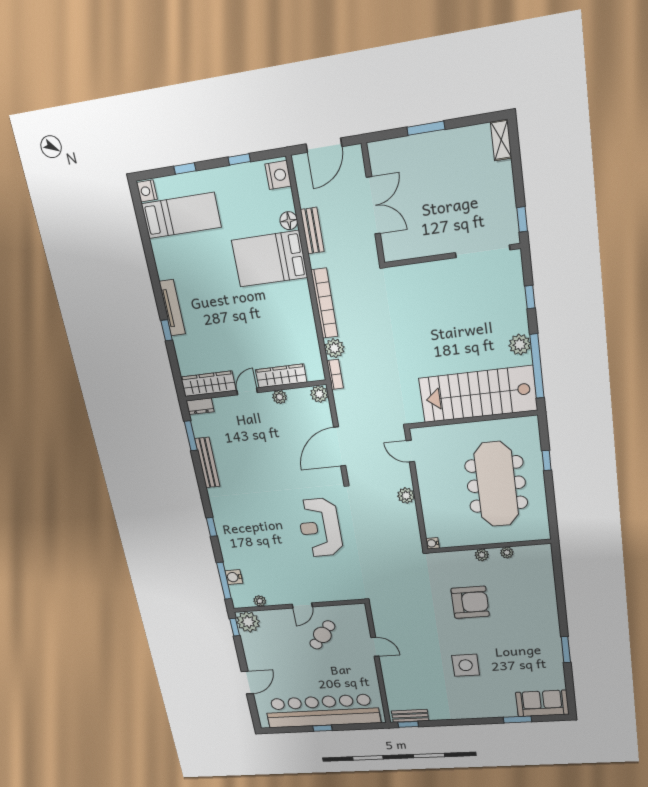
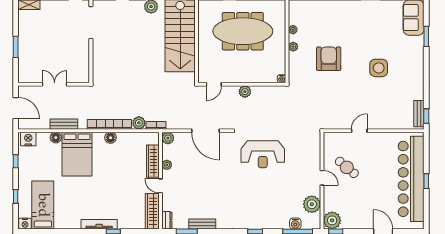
double door: (373, 205) -> (55, 84), width x0.73
floor lamp: (304, 308) -> (111, 138), added
bench: (207, 463) -> (202, 224), width x0.73
plant: (260, 601) -> (312, 204), width x1.87, depth x1.87

